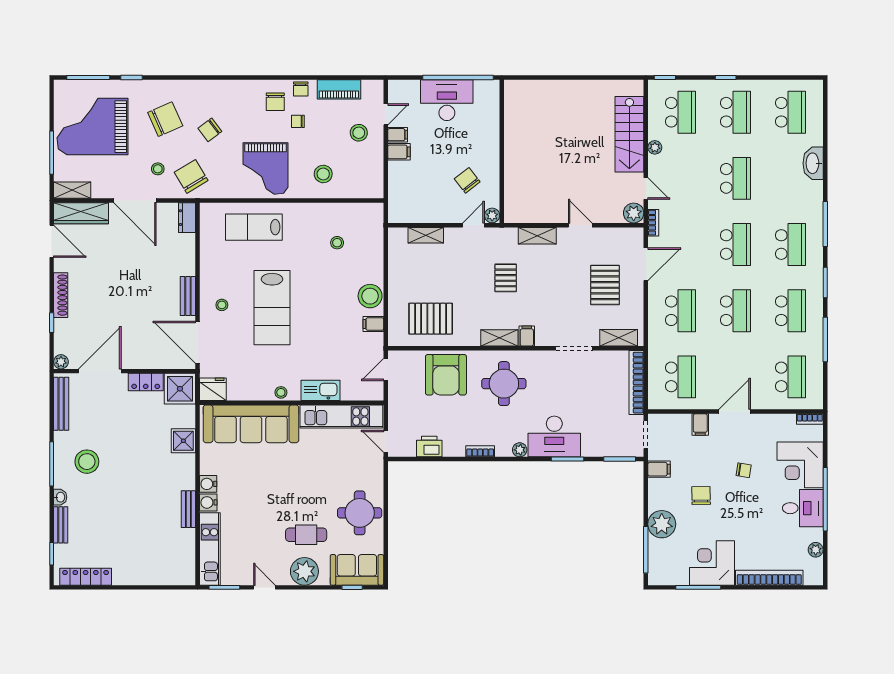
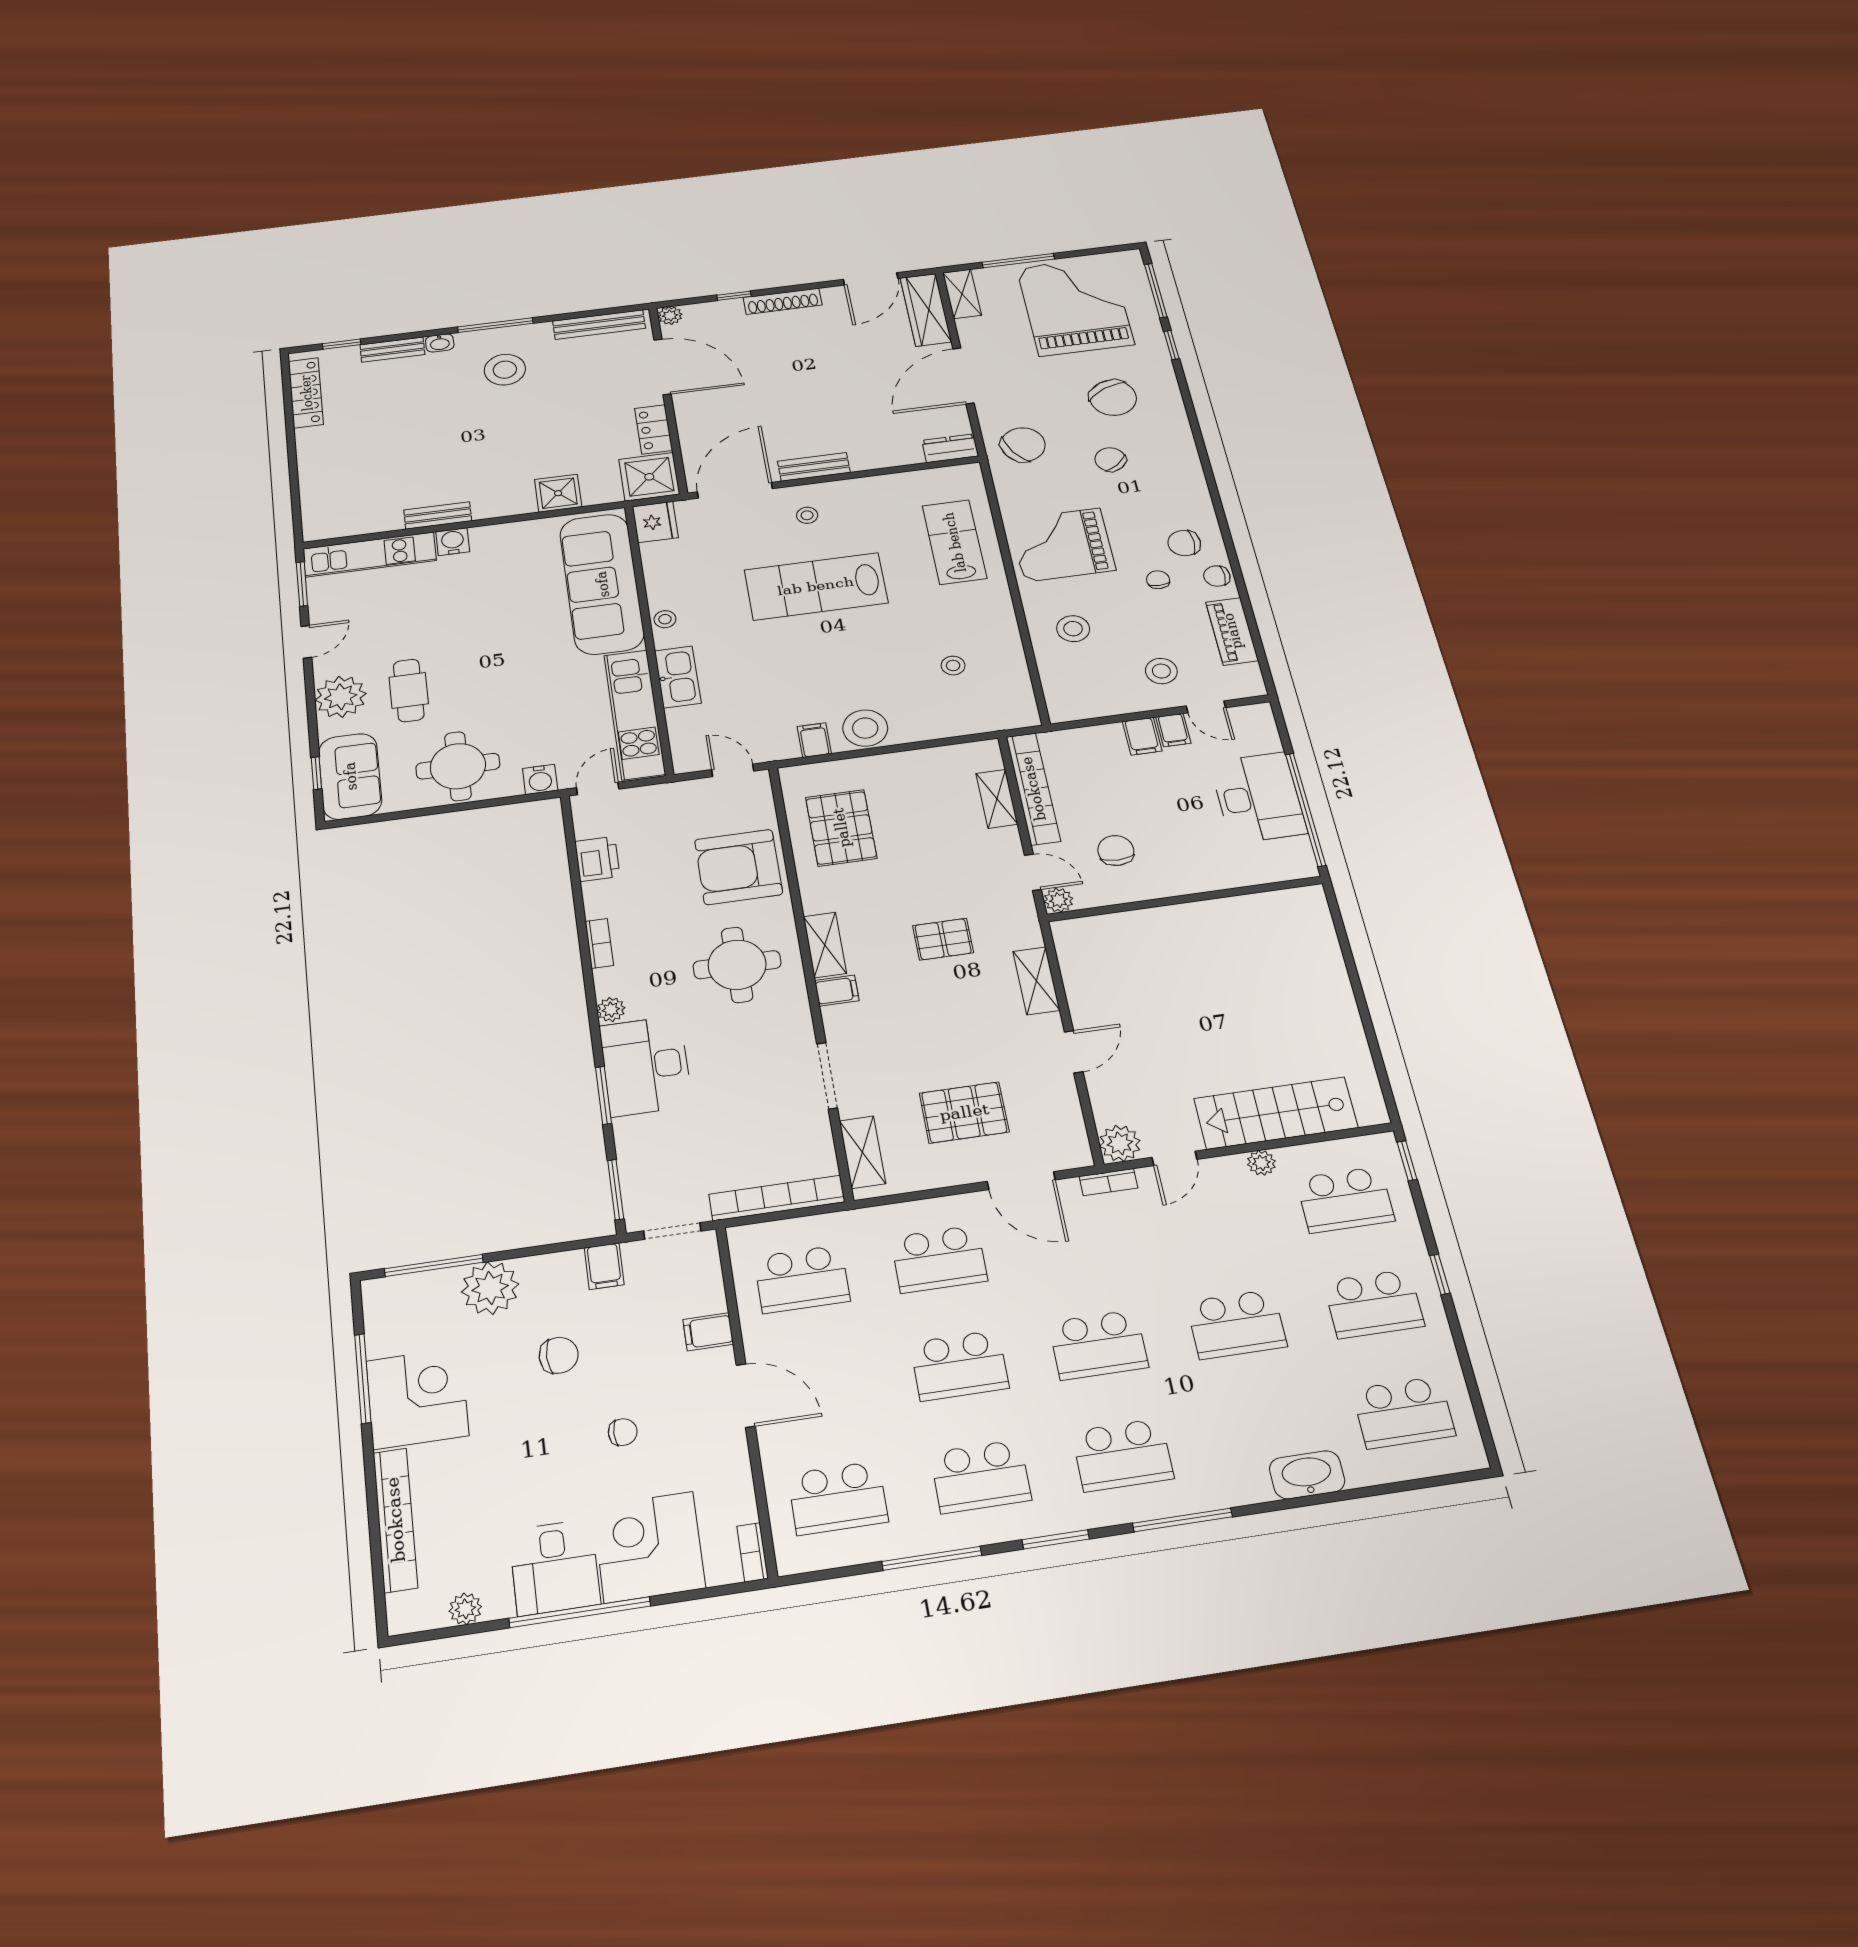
stool: (158, 169) -> (1025, 399), removed
chair: (467, 180) -> (1116, 850), turned -52
bookcase: (423, 215) -> (1033, 789), added
chair: (744, 470) -> (623, 1432), turned -99
water cooler: (208, 484) -> (540, 779), moved, turned 180

